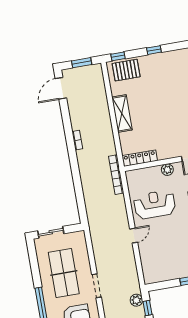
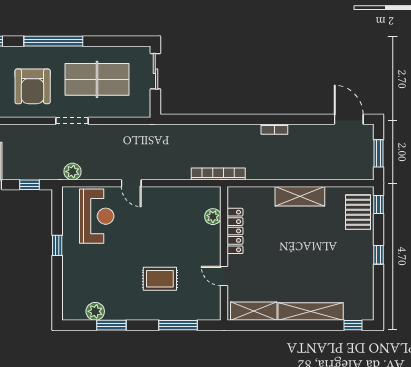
locker: (140, 158) -> (235, 231), moved
plant: (167, 170) -> (213, 217), moved
reception desk: (155, 205) -> (97, 216), moved
plant: (136, 300) -> (72, 172), moved

